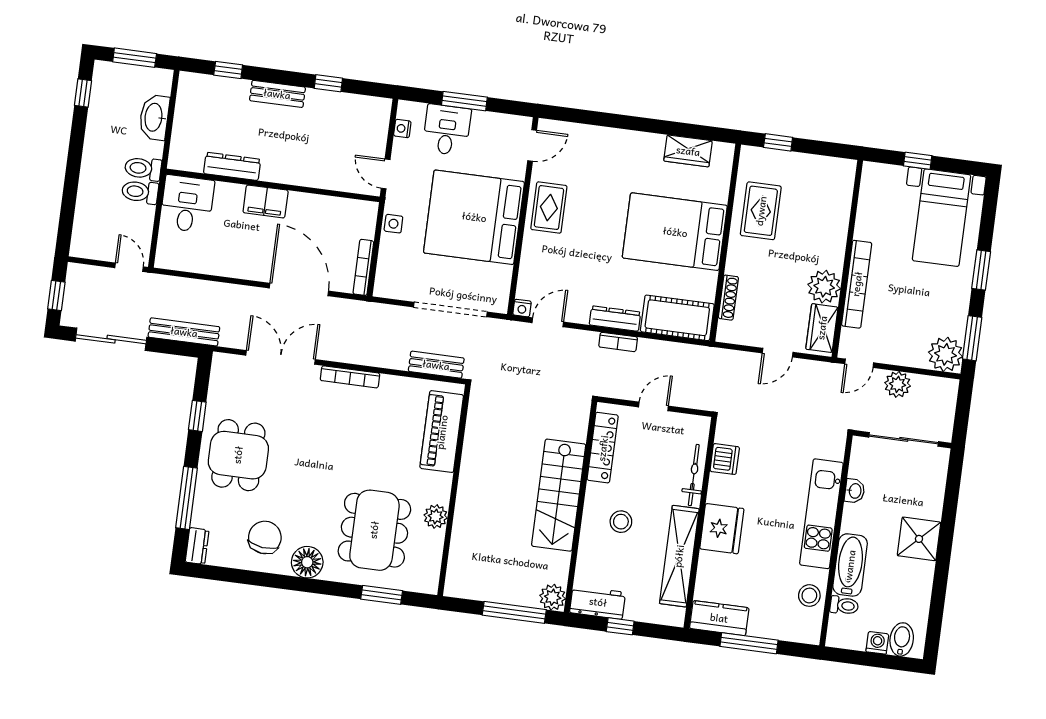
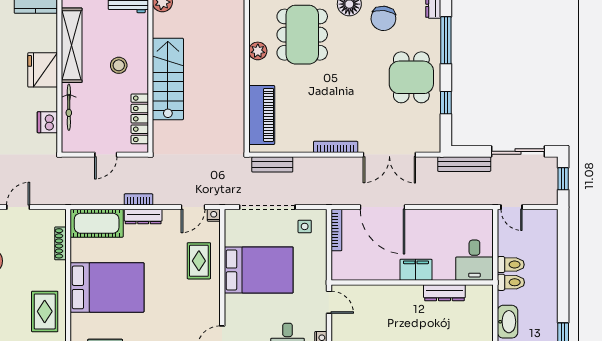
rug: (549, 208) -> (199, 261), moved
bed: (474, 217) -> (259, 270), width x0.73
side table: (393, 224) -> (305, 226), moved

